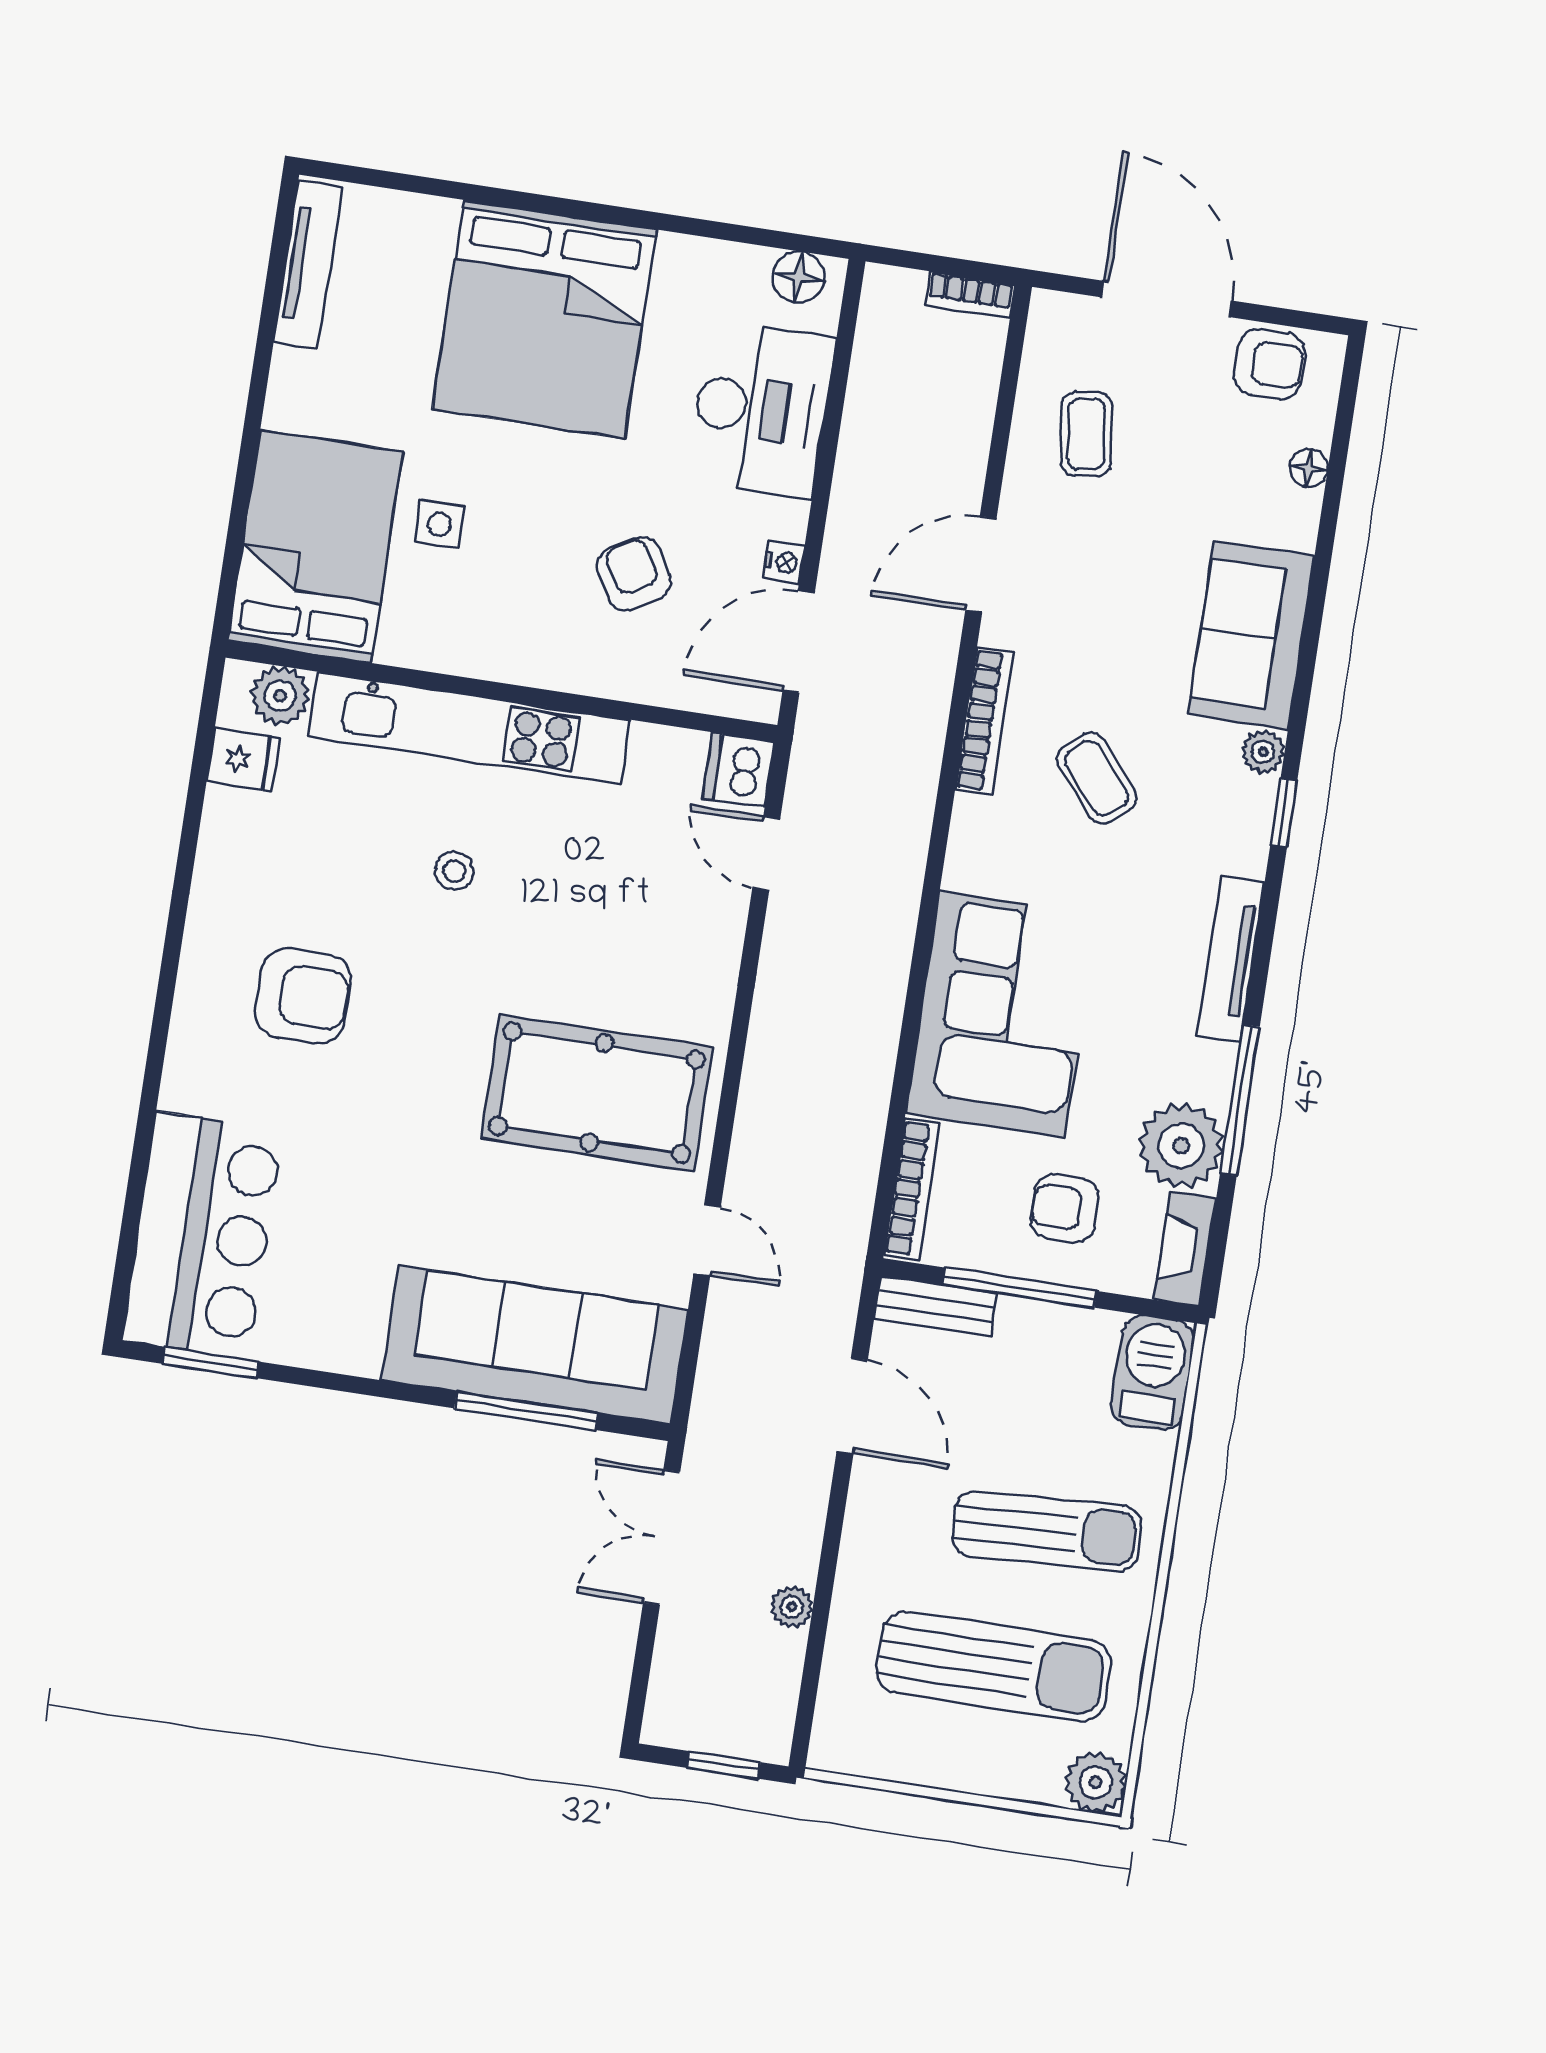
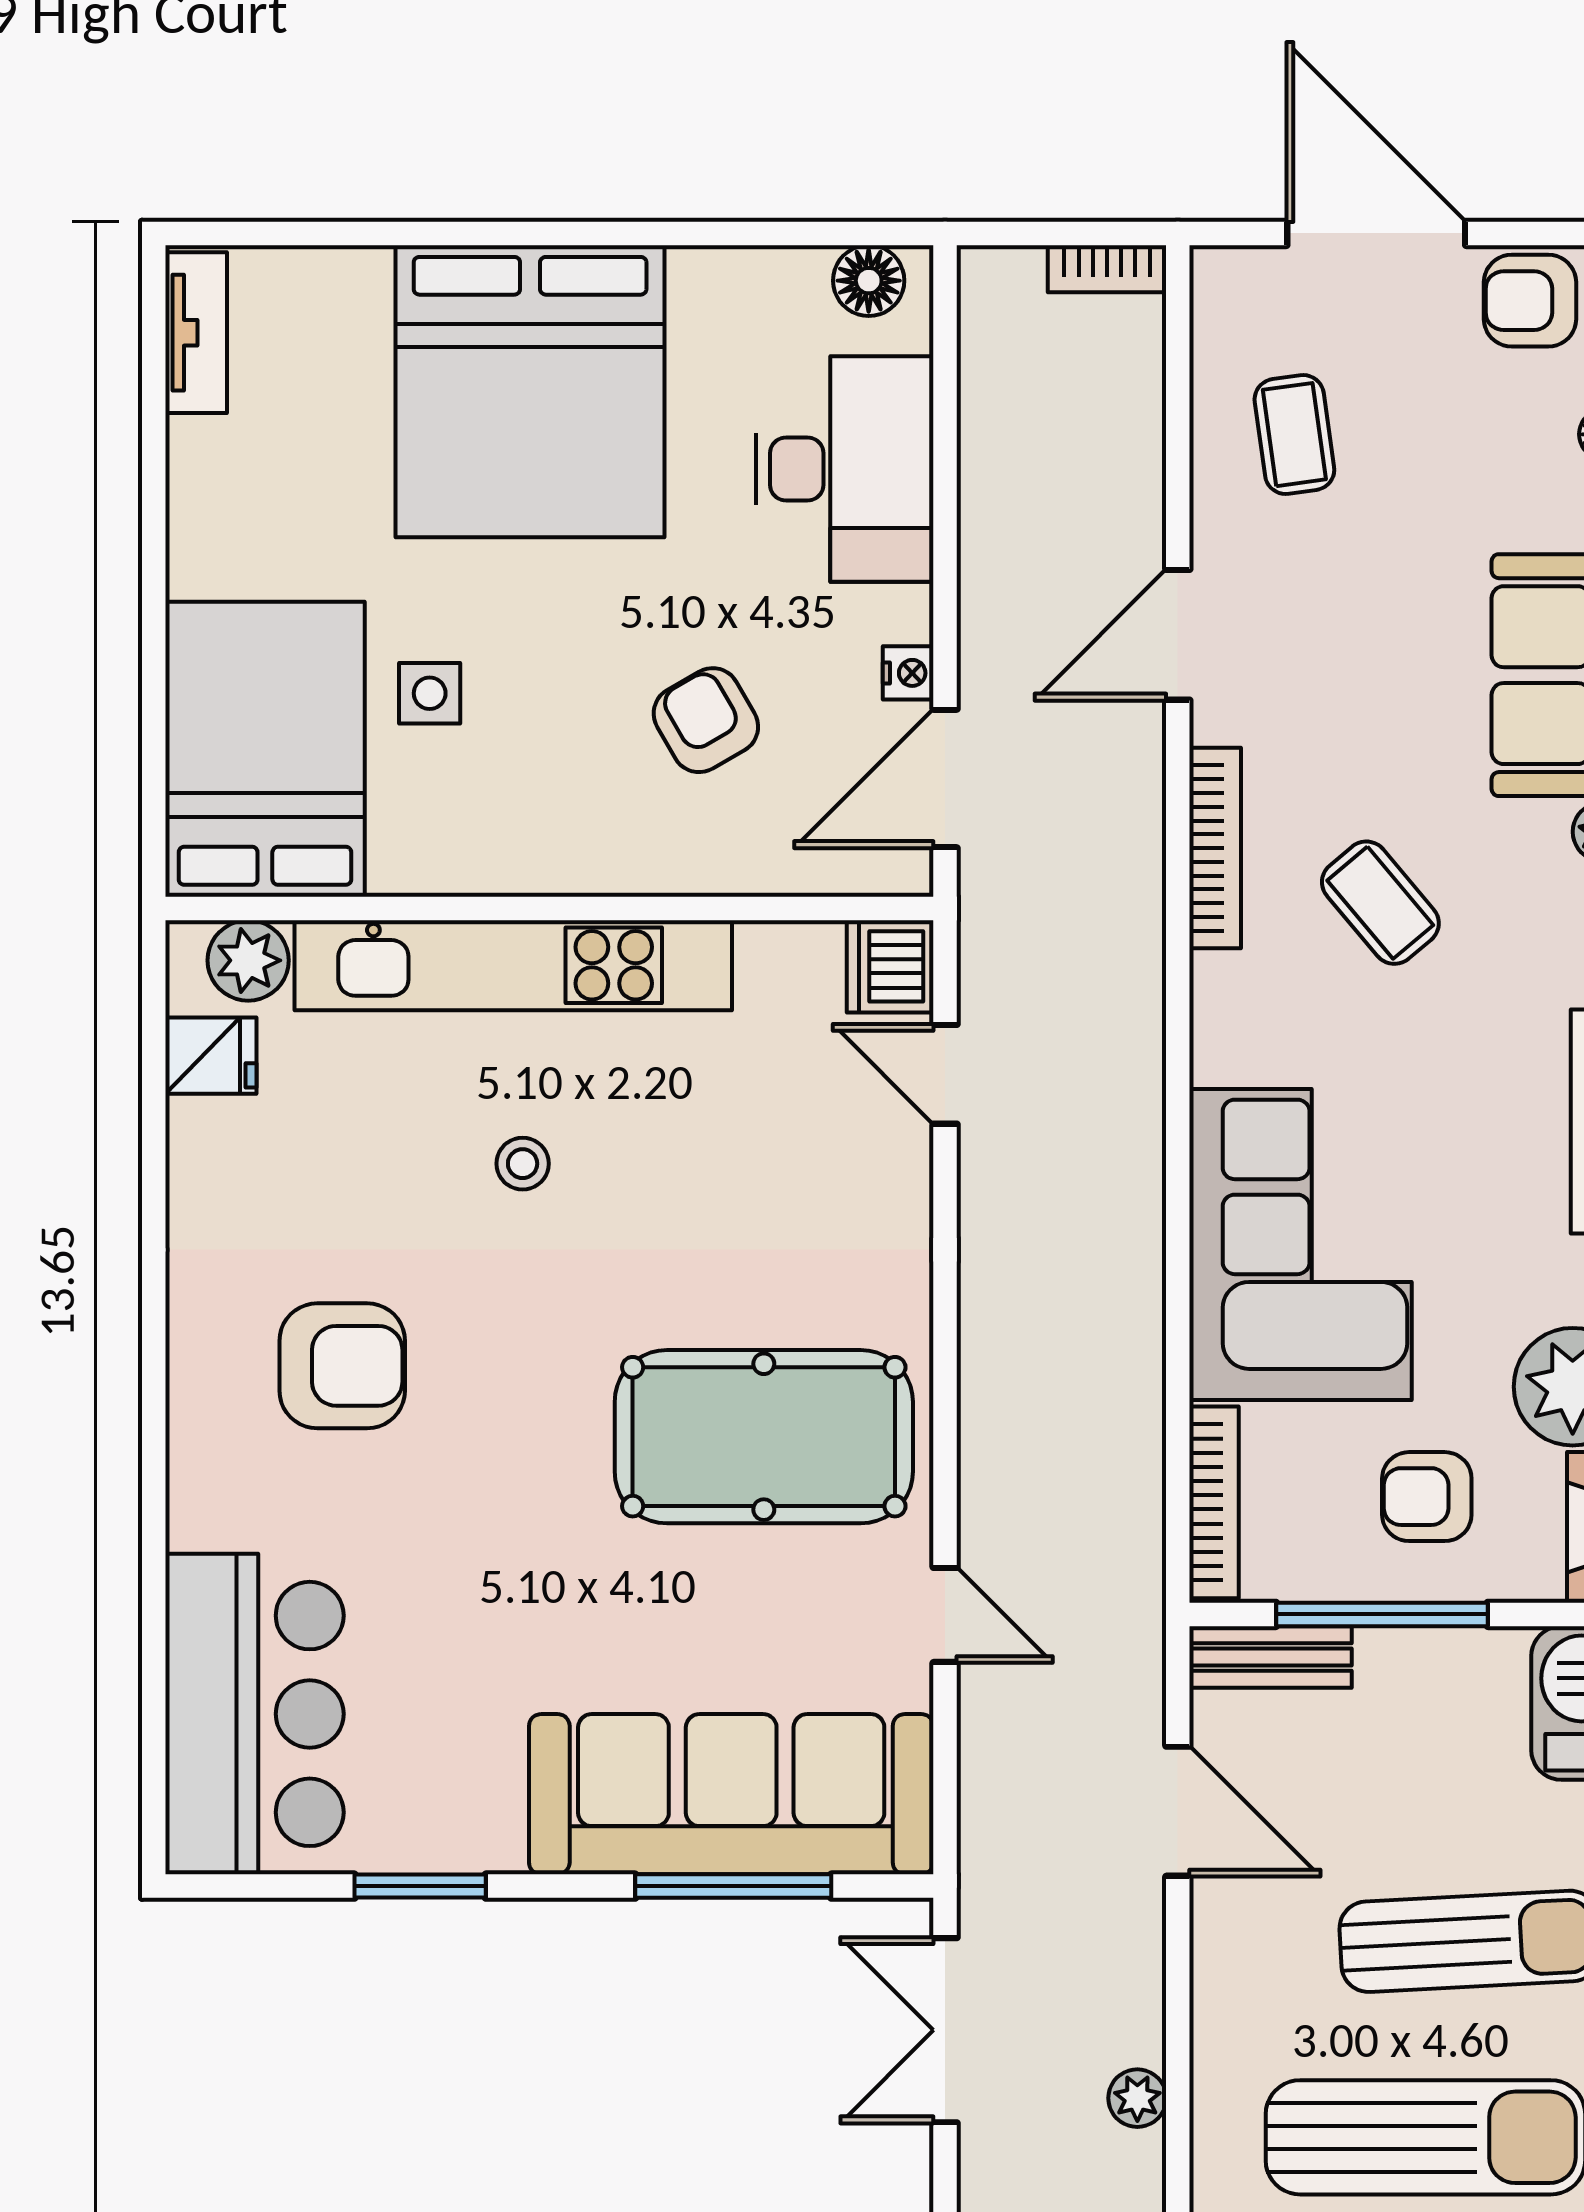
tv unit: (308, 264) -> (196, 333), width x0.71
armchair: (1269, 364) -> (1530, 301), turned 180
window: (211, 1363) -> (420, 1886), moved

